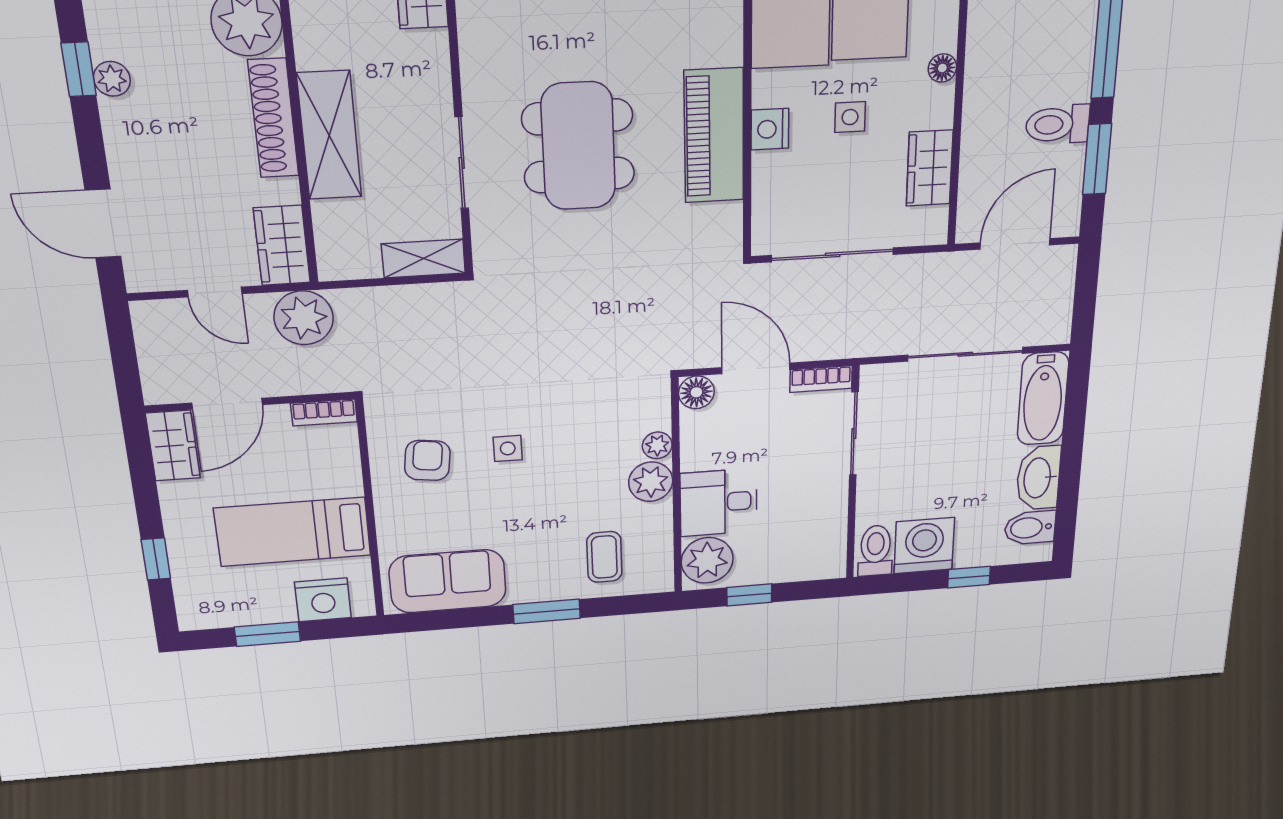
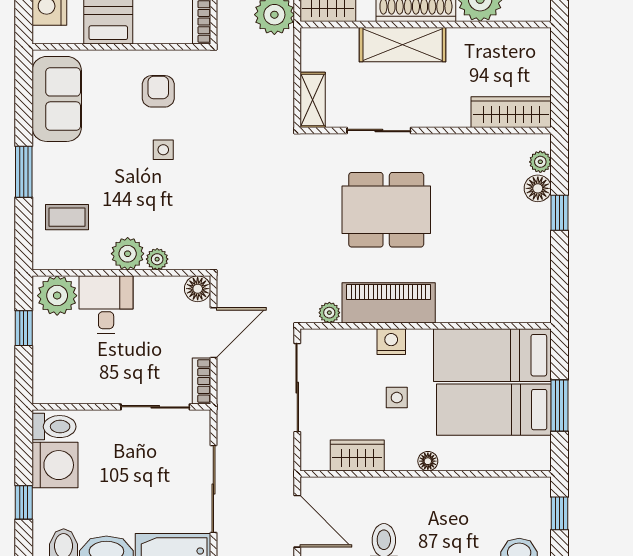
plant: (728, 218) -> (329, 313), added
armchair: (427, 460) -> (158, 91), turned -97

